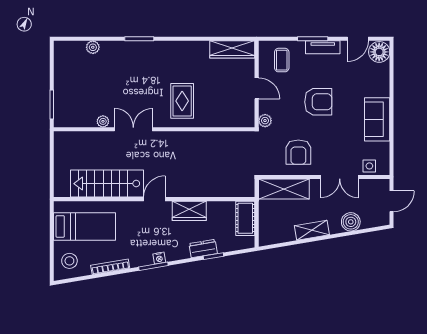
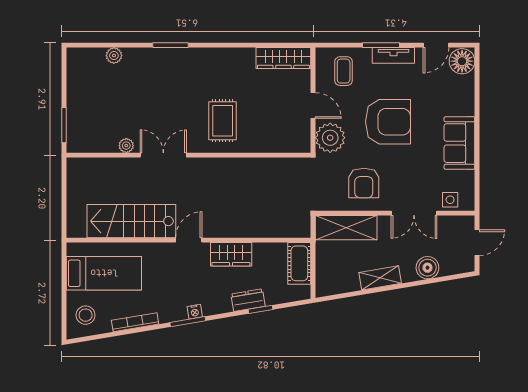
armchair: (318, 102) -> (388, 122), width x1.36, depth x1.36
plant: (265, 121) -> (330, 138), width x1.88, depth x1.88

